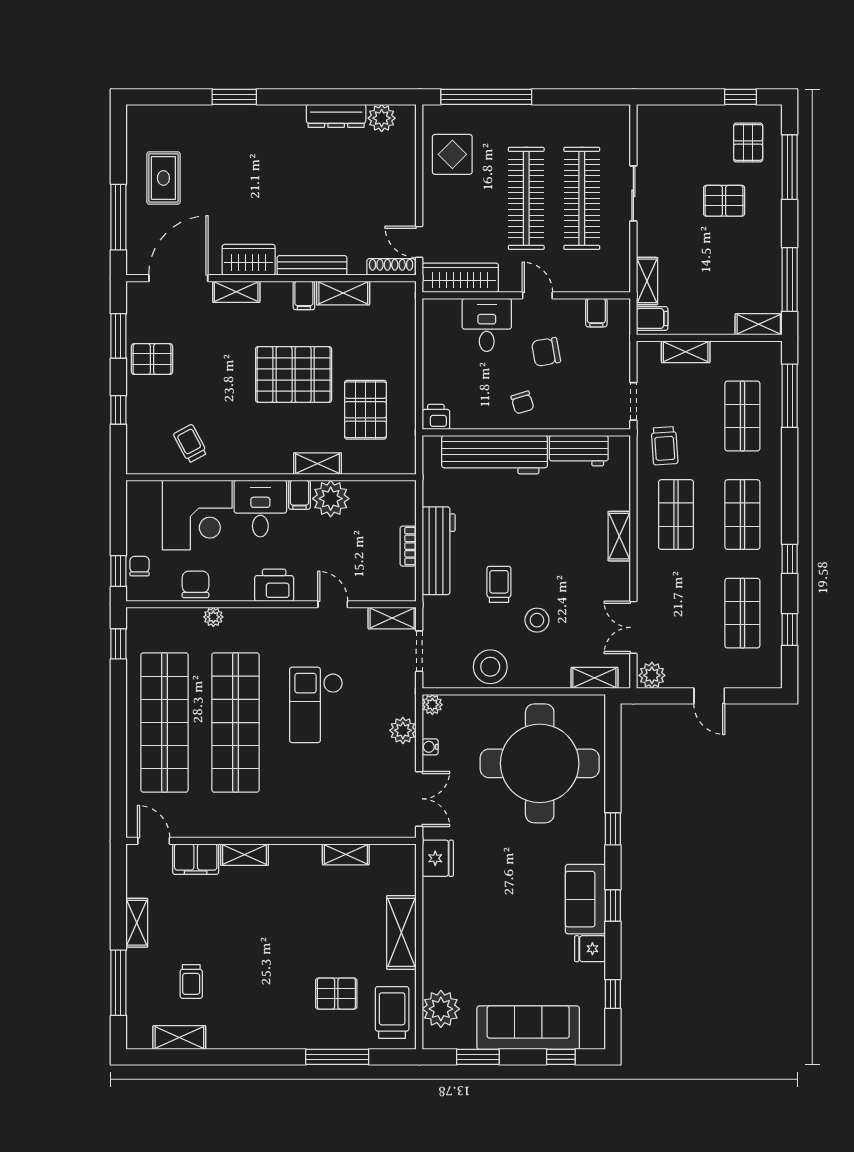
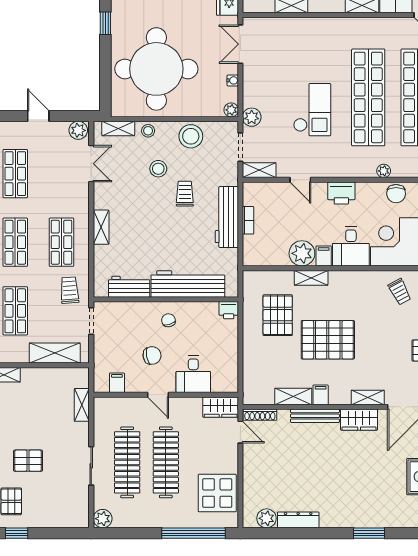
plant: (617, 118) -> (103, 519), added
display table: (452, 154) -> (217, 493), width x1.36, depth x1.36
wardrobe: (460, 278) -> (221, 407), width x0.67
filing cabinet: (652, 318) -> (78, 379), removed
shelving: (686, 352) -> (55, 353), width x1.50, depth x1.33
trolley: (499, 584) -> (185, 194), turned 180
stool: (552, 675) -> (148, 131), added
plant: (403, 730) -> (252, 117), moved

